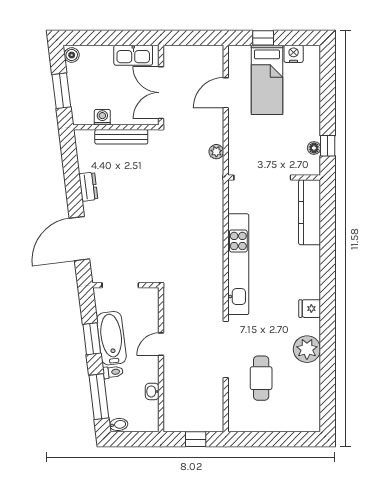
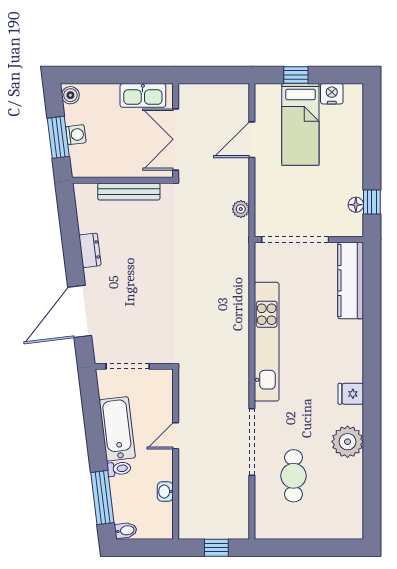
washing machine: (102, 117) -> (76, 135), moved, turned 83
window: (92, 339) -> (94, 429), removed

